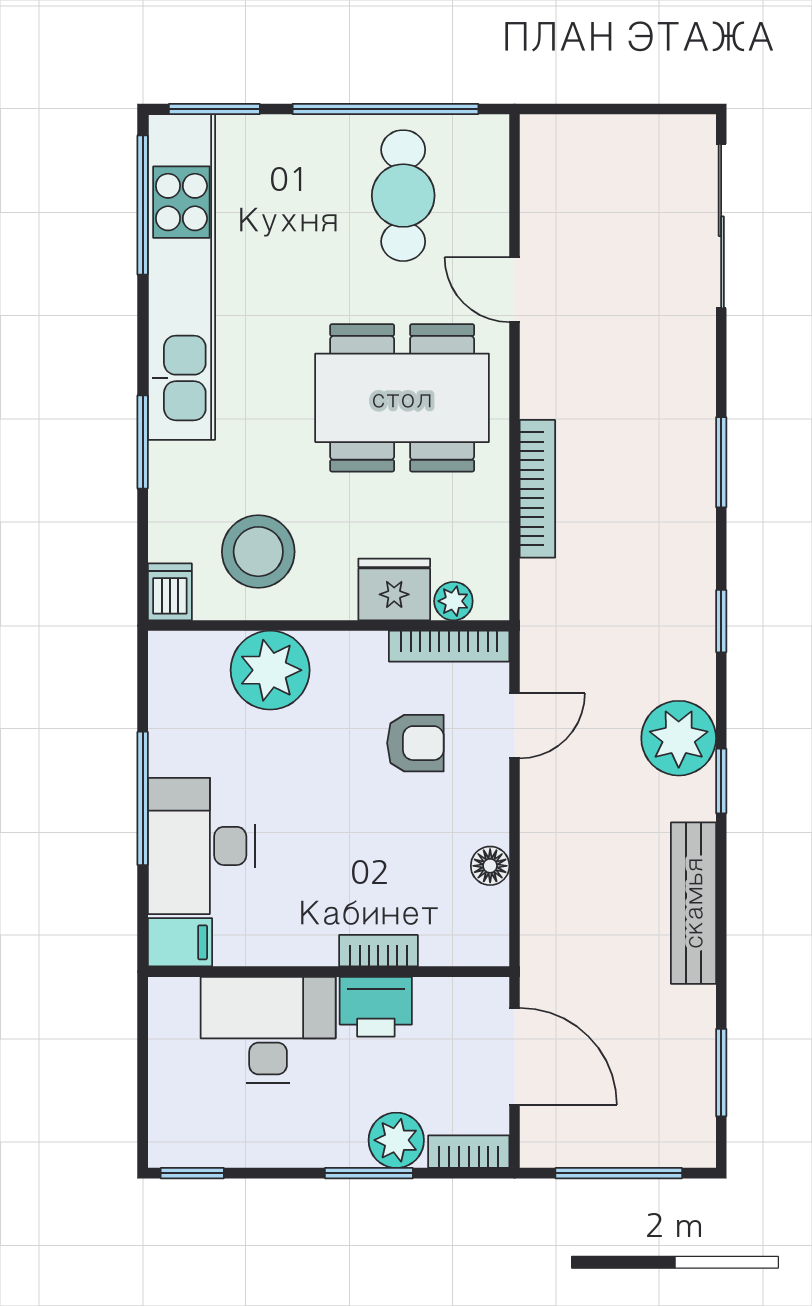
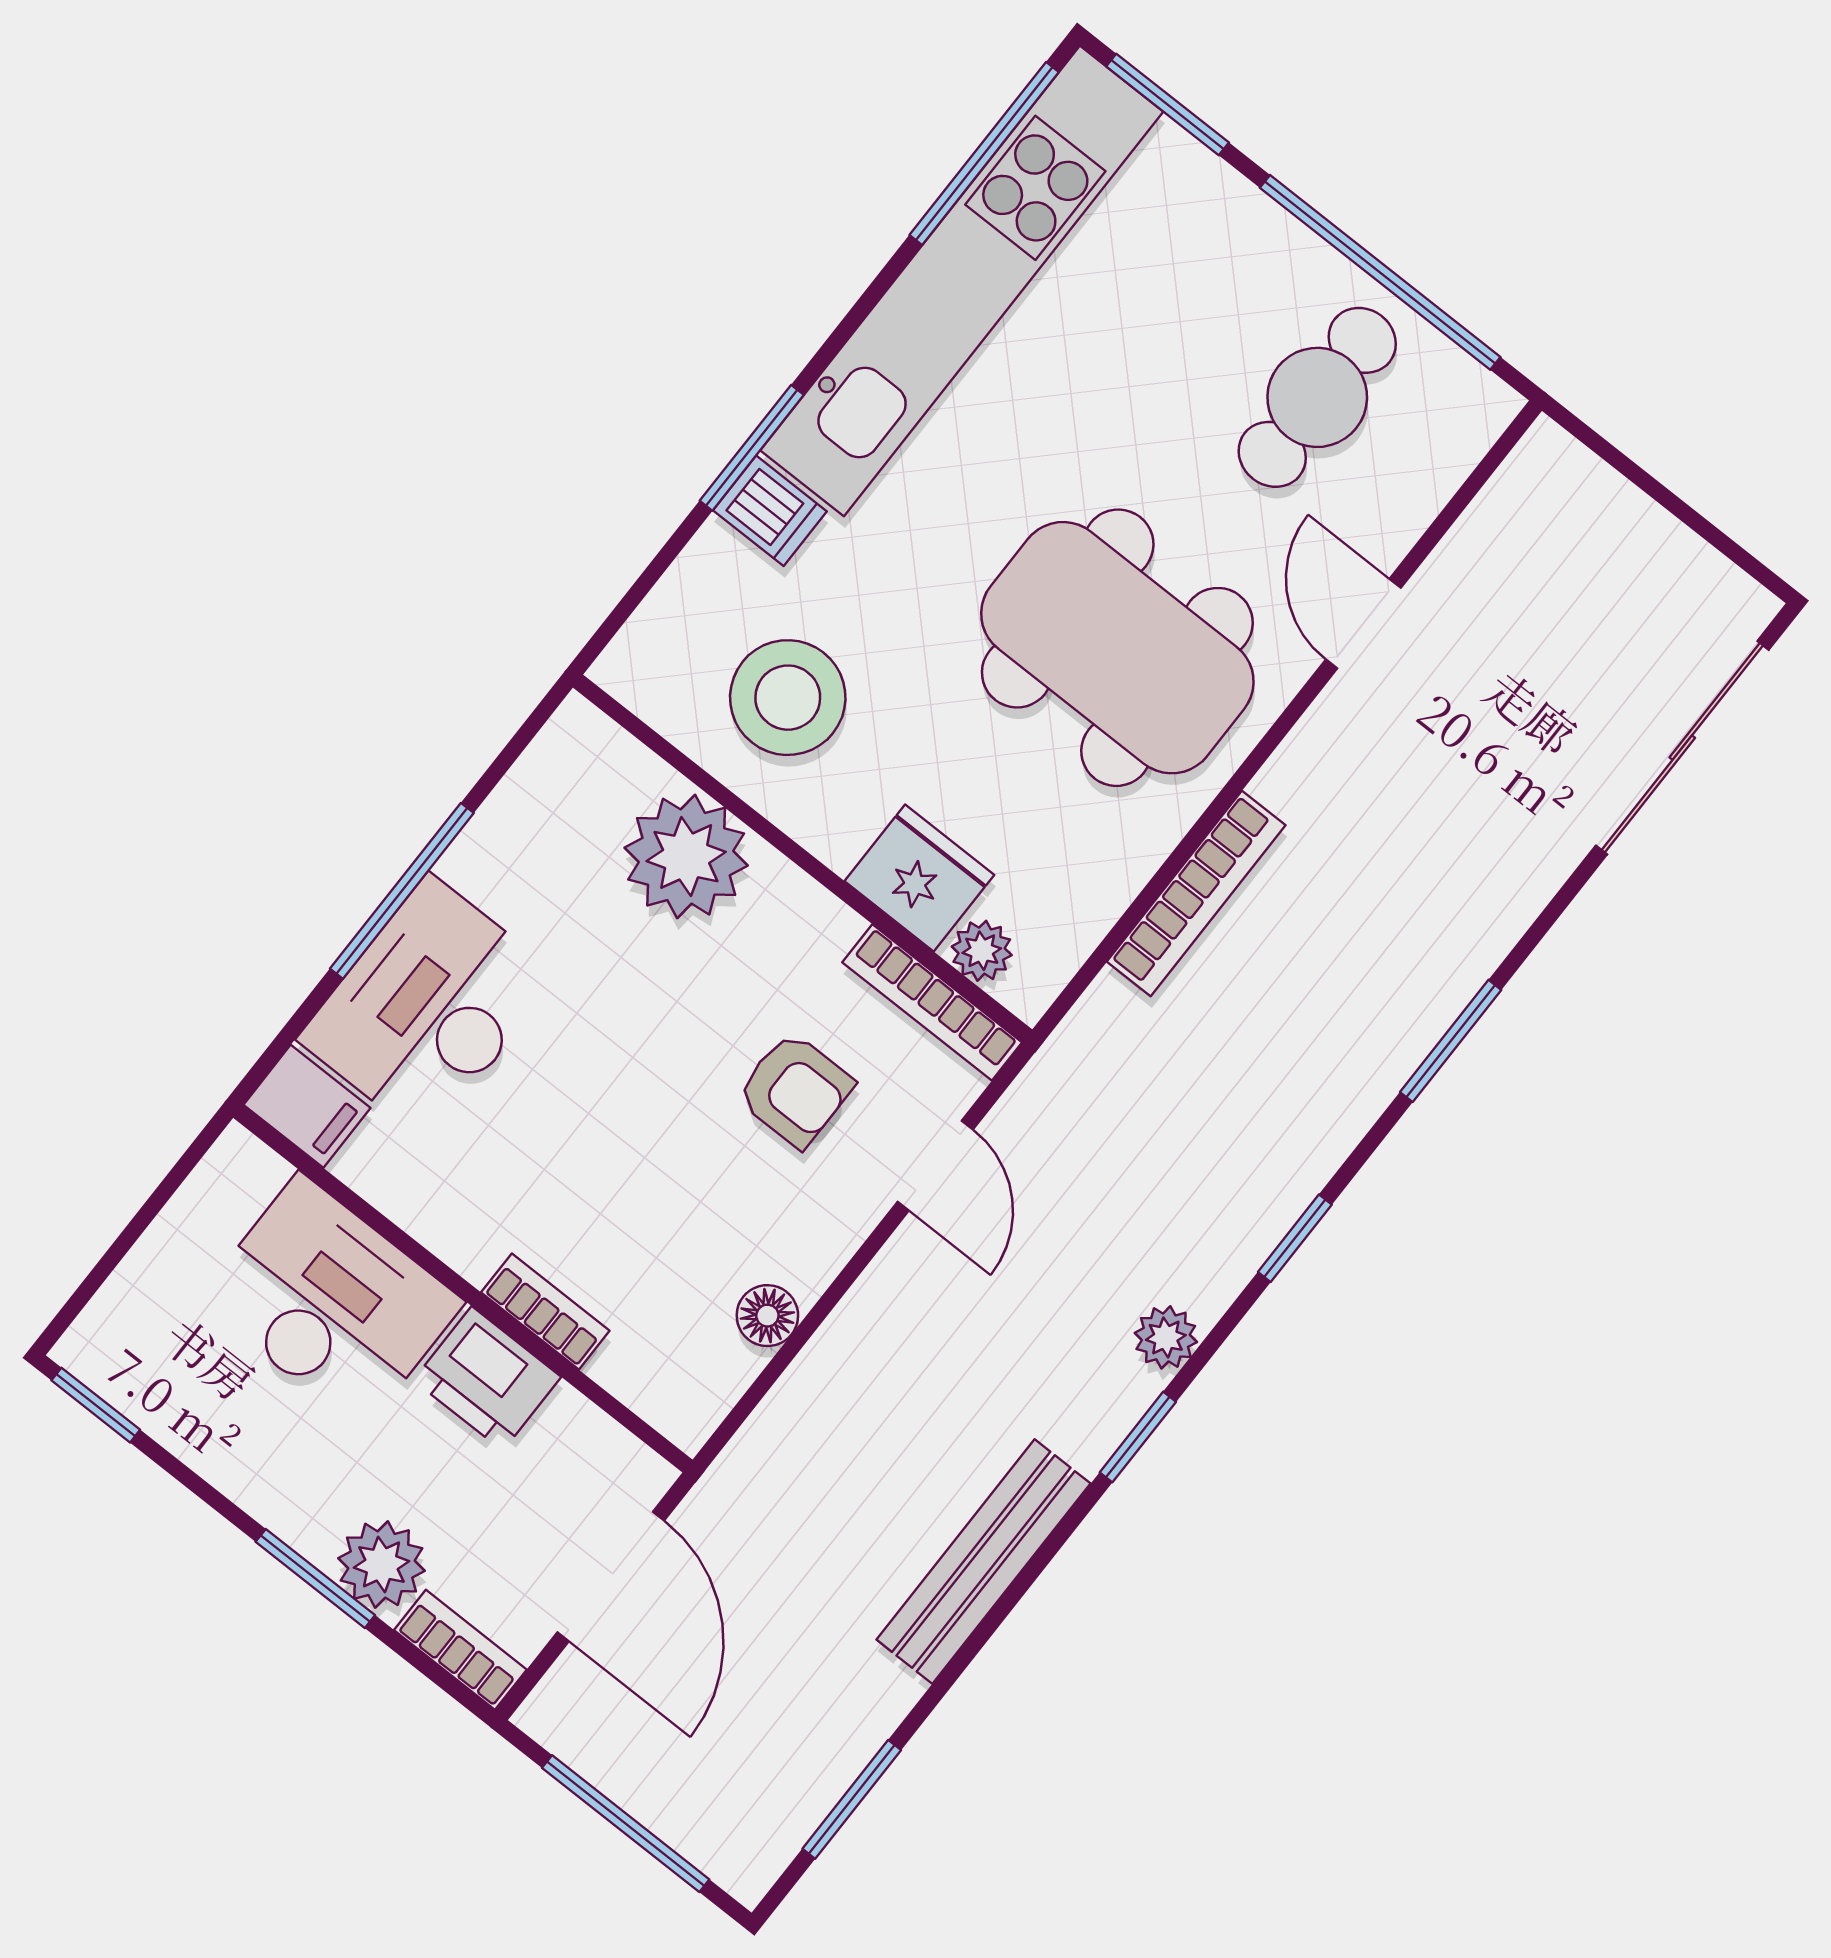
dishwasher: (170, 592) -> (770, 511), moved, turned 90
door: (515, 726) -> (935, 1166), hinge flipped
plant: (679, 738) -> (1166, 1337), width x0.53, depth x0.53

